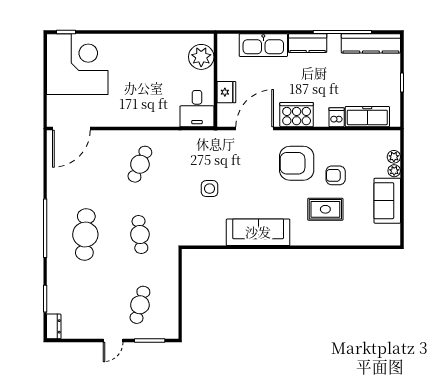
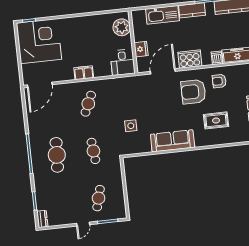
filing cabinet: (138, 118) -> (84, 73), added
armchair: (336, 175) -> (219, 81), moved
side table: (210, 189) -> (131, 126), moved

